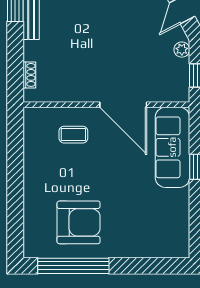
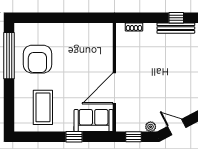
coffee table: (73, 135) -> (43, 107), moved, width x1.86, depth x1.72
sofa: (172, 147) -> (94, 121), width x0.73

